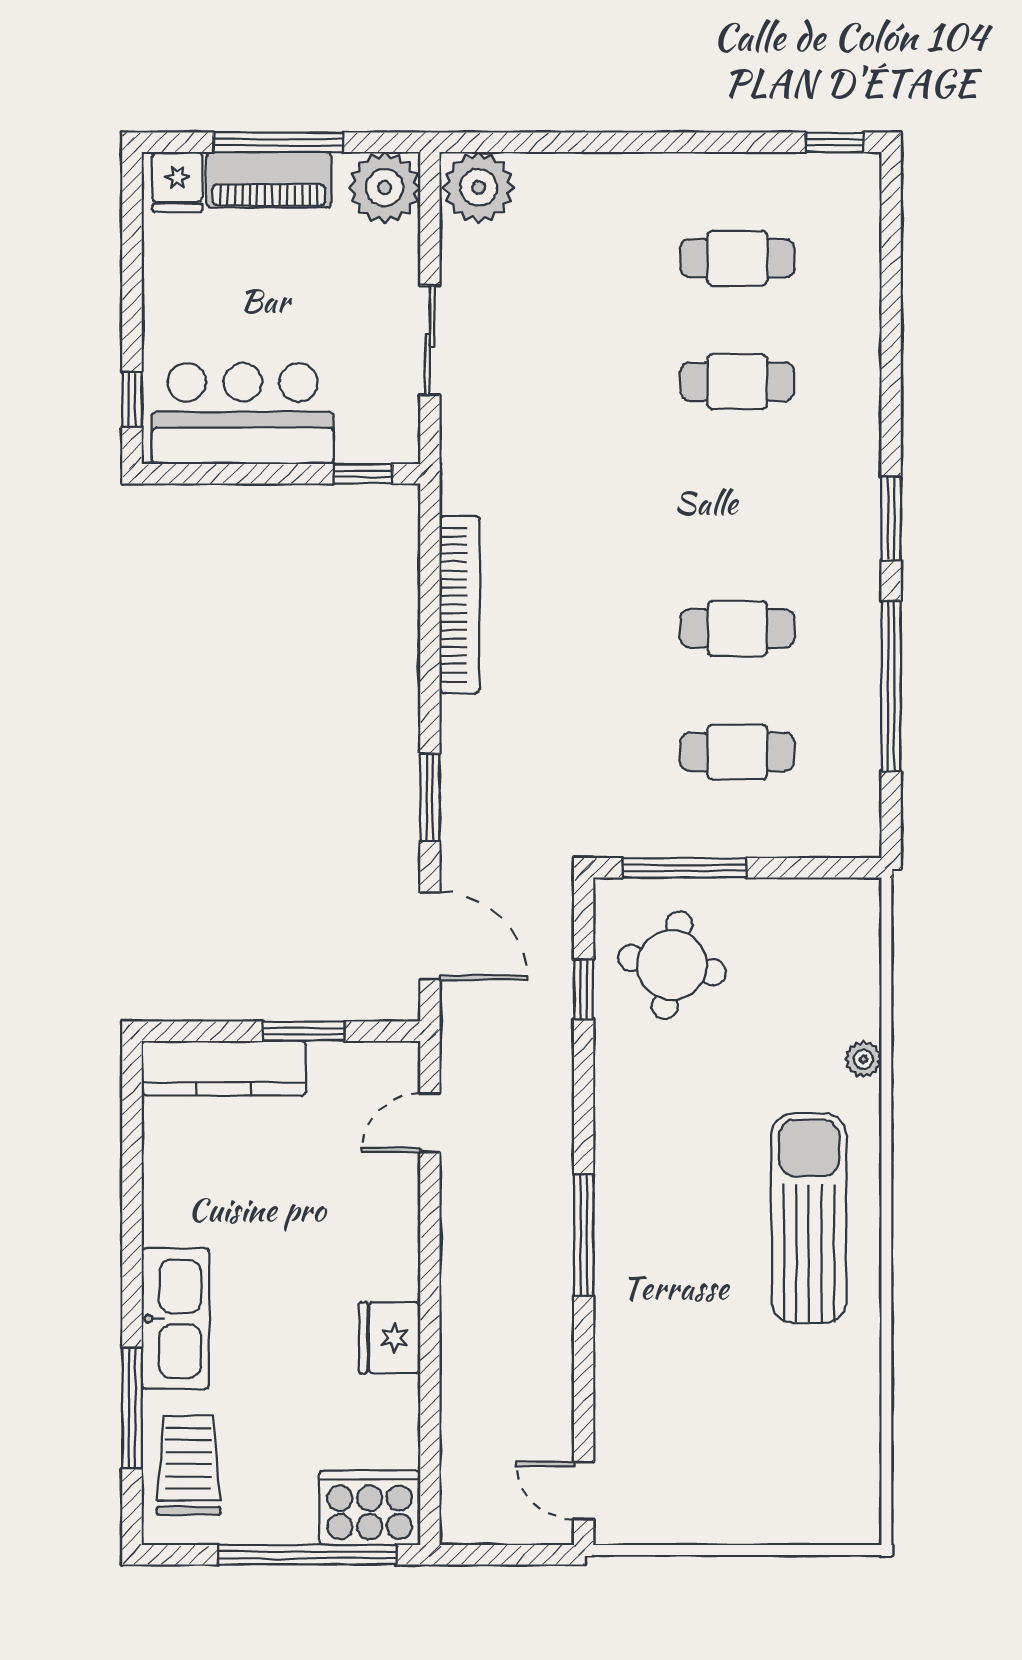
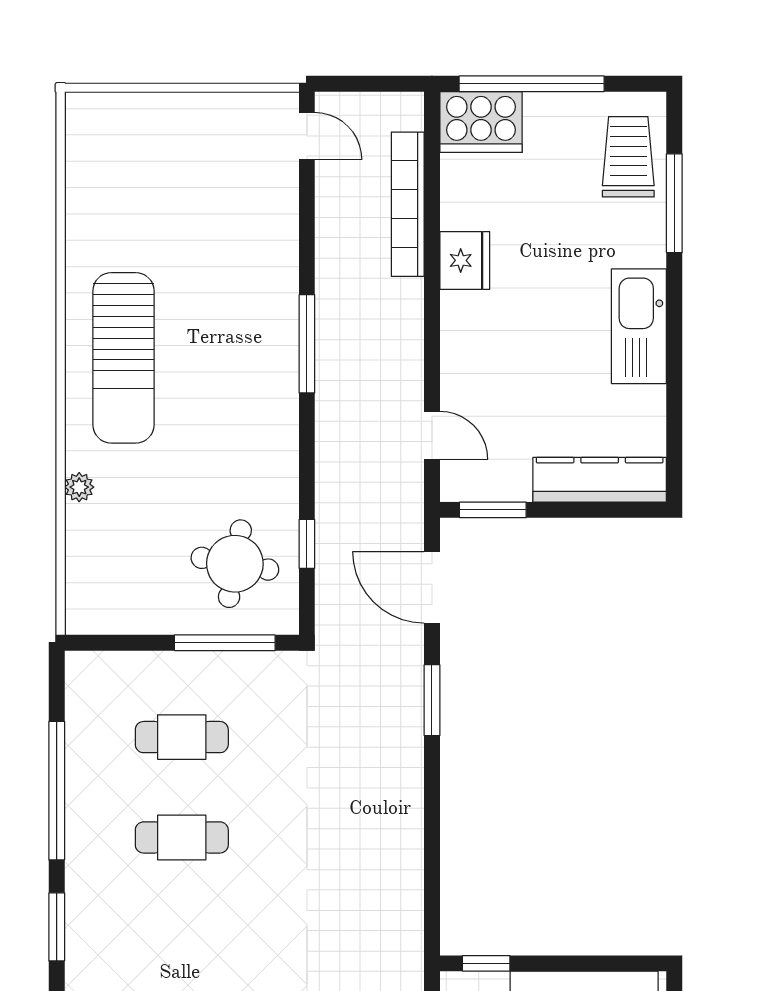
bookcase: (460, 605) -> (408, 204), moved
window: (304, 1031) -> (493, 510), moved
door: (430, 1123) -> (432, 435), hinge flipped
kitchen sink: (175, 1319) -> (639, 326), moved
trolley: (189, 1465) -> (628, 157), turned 180

